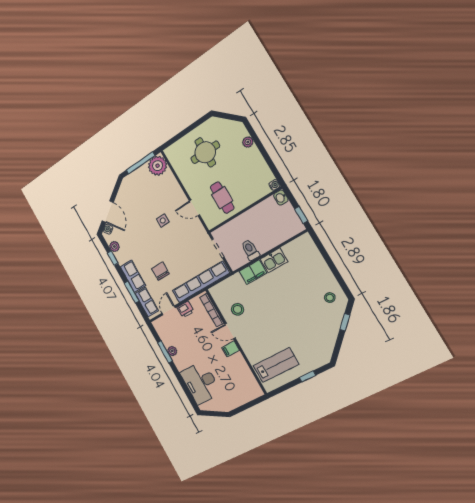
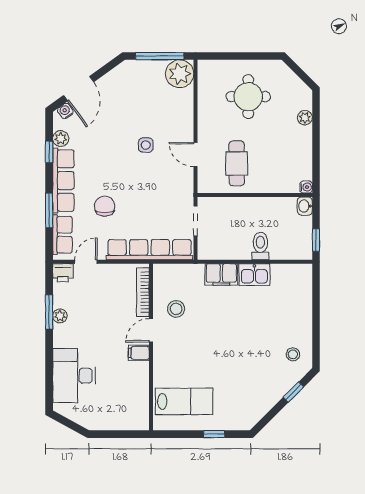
toilet: (250, 250) -> (260, 246), moved
row of seats: (133, 276) -> (63, 181), width x1.48
printer: (185, 309) -> (63, 273), moved
door: (230, 331) -> (151, 330), hinge flipped

